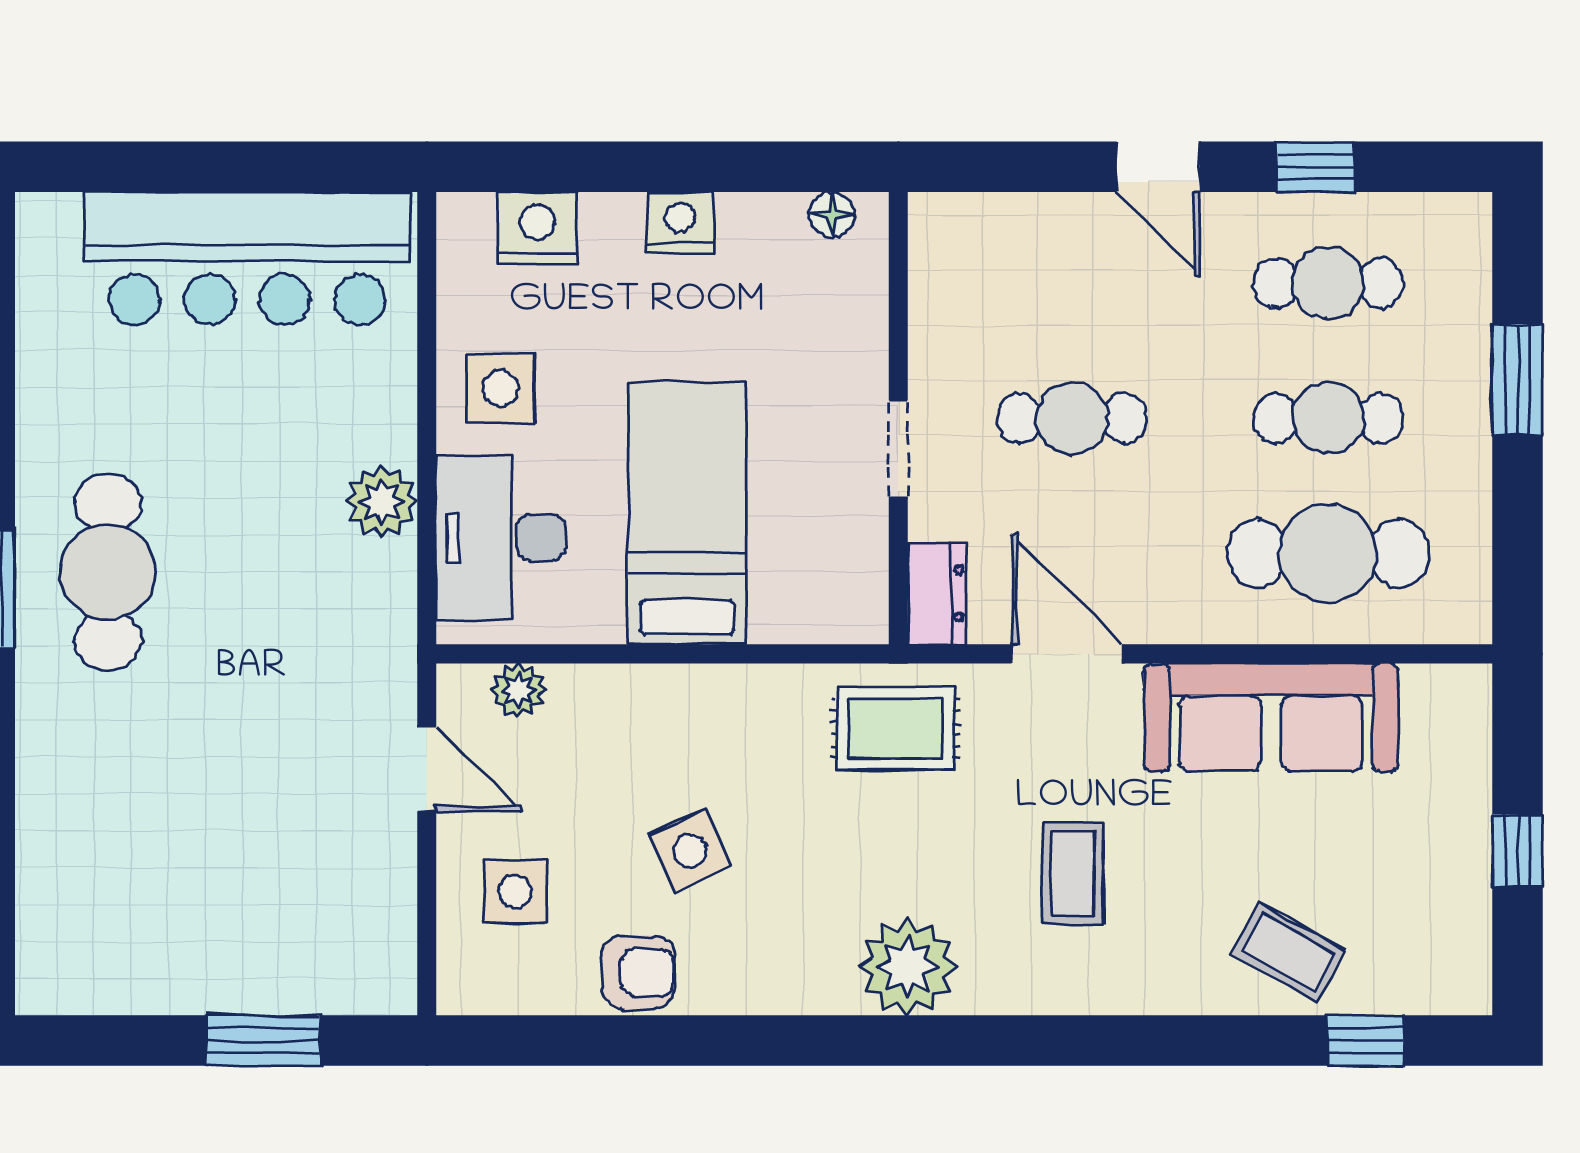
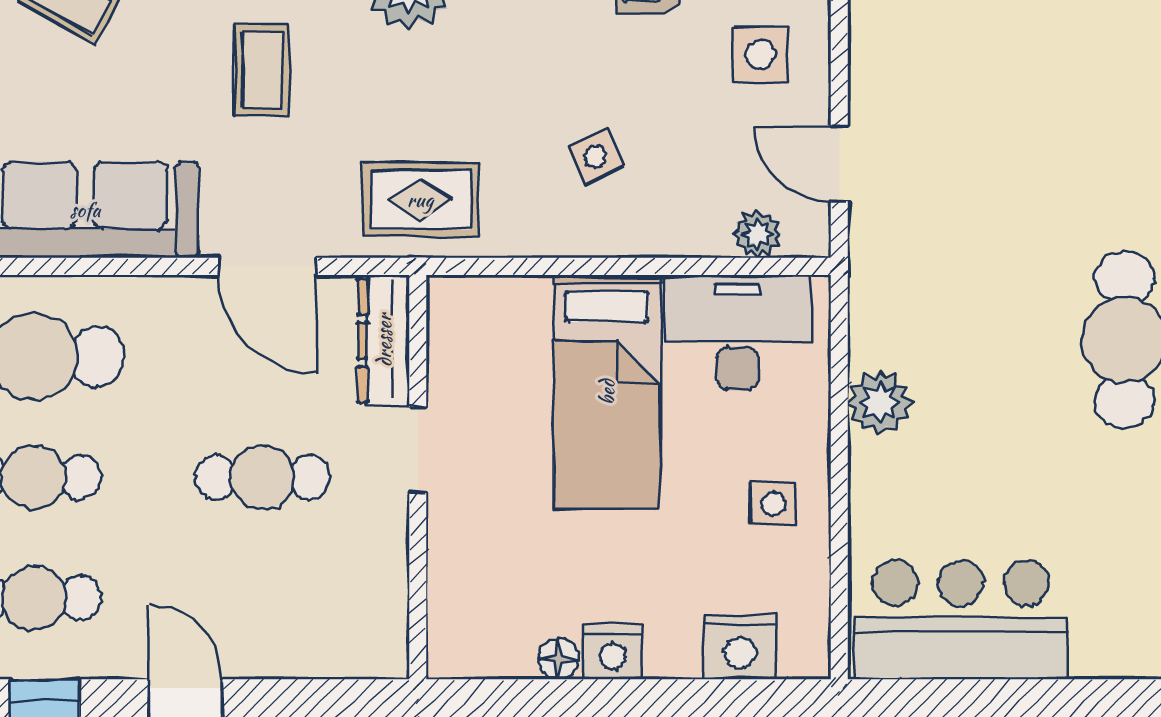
floor lamp: (832, 214) -> (558, 659), moved
bar counter: (247, 258) -> (961, 620), width x0.73
side table: (500, 388) -> (773, 504), width x0.73, depth x0.73
desk: (501, 538) -> (737, 333), moved, turned -90
dresser: (936, 593) -> (384, 340), width x1.44
side table: (690, 851) -> (596, 156), moved, width x0.73, depth x0.73

